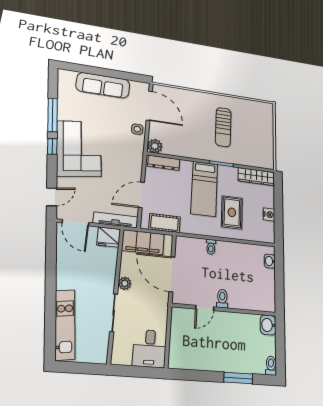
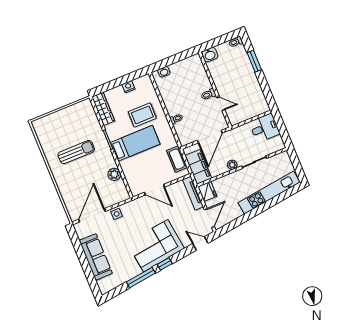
plant: (155, 146) -> (114, 174), moved
dresser: (164, 163) -> (132, 182), removed
door: (141, 195) -> (154, 190), moved
kitchen unit: (65, 324) -> (269, 193), width x1.36

